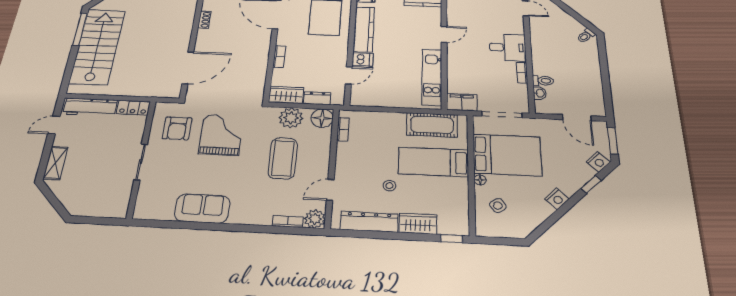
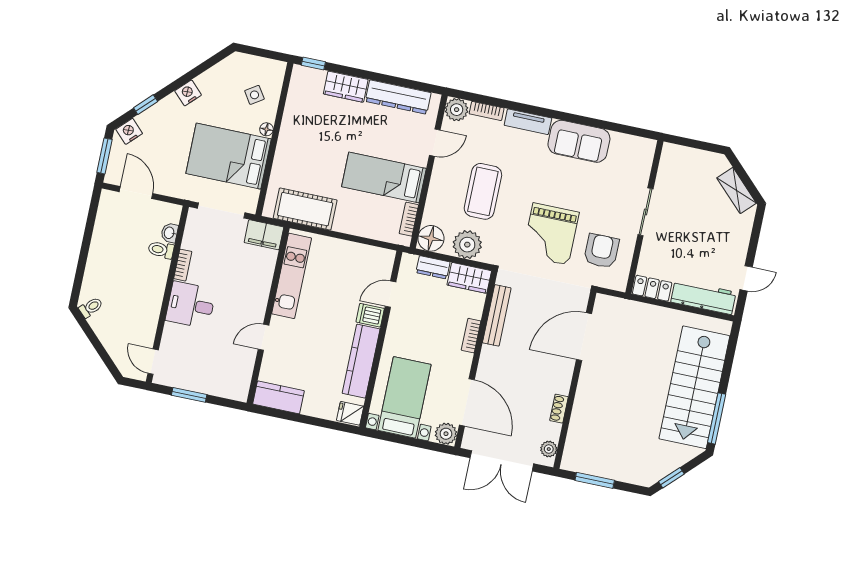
bench: (260, 73) -> (497, 315), added
bed: (433, 162) -> (384, 178), moved, turned 180
shelving: (56, 163) -> (737, 190), moved, turned -45
stool: (389, 186) -> (368, 138), removed
tv unit: (250, 218) -> (528, 122), added

